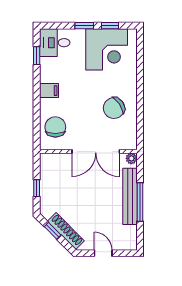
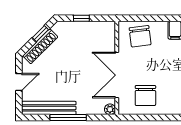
chair: (114, 108) -> (145, 96), moved, turned -146
chair: (55, 127) -> (140, 36), turned 83
bench: (130, 196) -> (49, 108), moved

